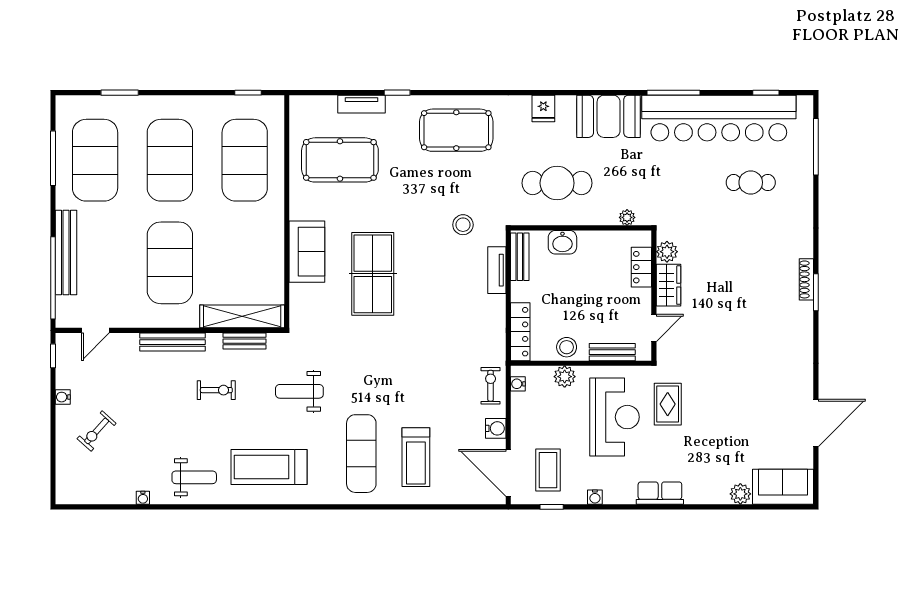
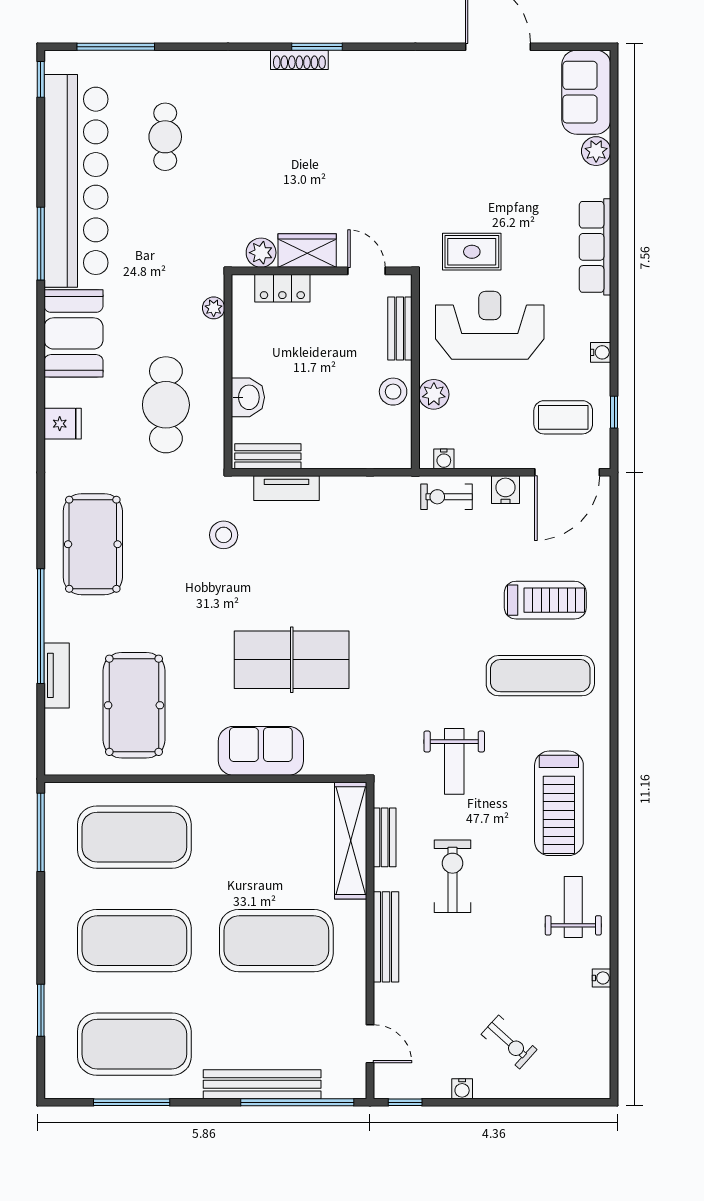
window: (248, 93) -> (41, 832), width x2.17
window: (397, 93) -> (41, 626), width x3.17
window: (766, 93) -> (41, 79), moved
locker: (520, 332) -> (372, 456), removed
exercise bike: (216, 390) -> (452, 876), width x1.38, depth x1.39
row of seats: (660, 493) -> (595, 247), width x1.48

